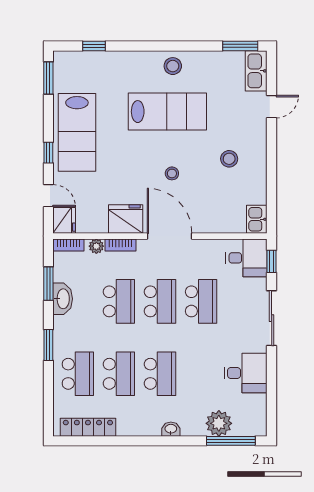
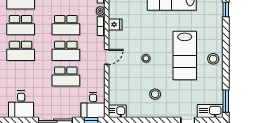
fridge: (126, 219) -> (115, 24), width x0.53, depth x0.75
door: (170, 236) -> (107, 57), width x0.53

